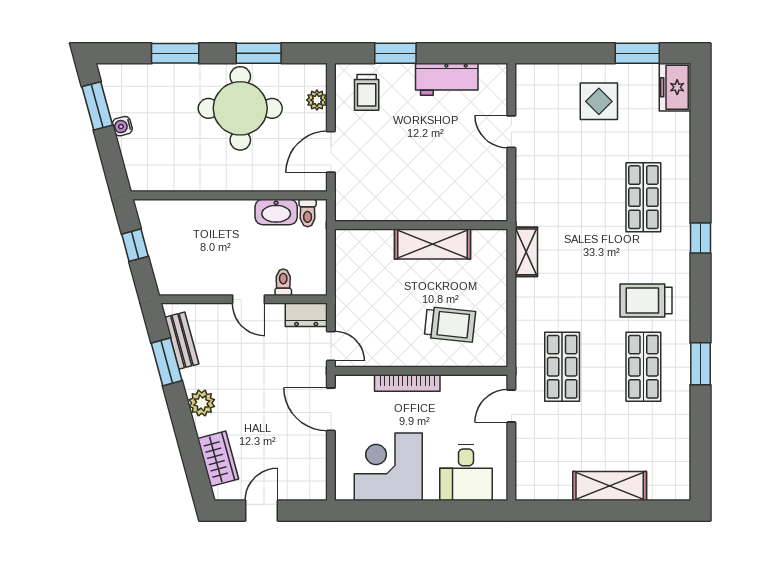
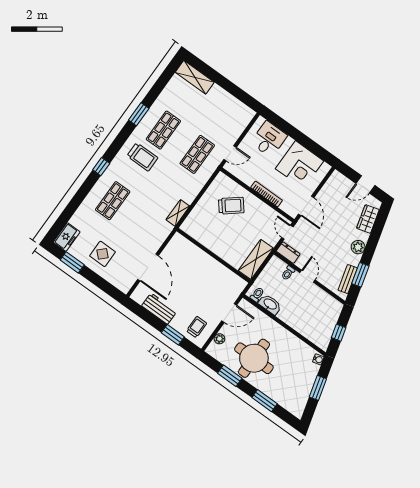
window: (97, 106) -> (318, 388), moved
water cooler: (122, 126) -> (318, 359), moved
door: (511, 132) -> (148, 267), width x1.87
shelving: (433, 244) -> (256, 259), moved, turned 90
trolley: (450, 324) -> (231, 206), turned 135
shelving: (610, 486) -> (195, 77), moved

